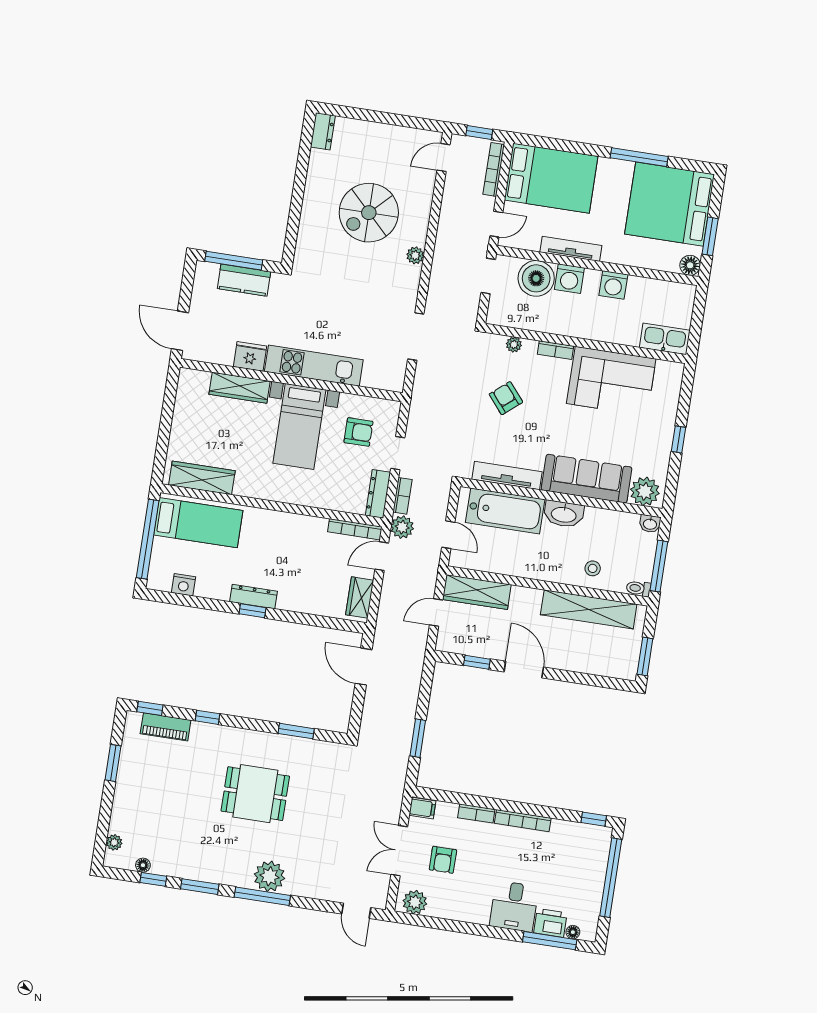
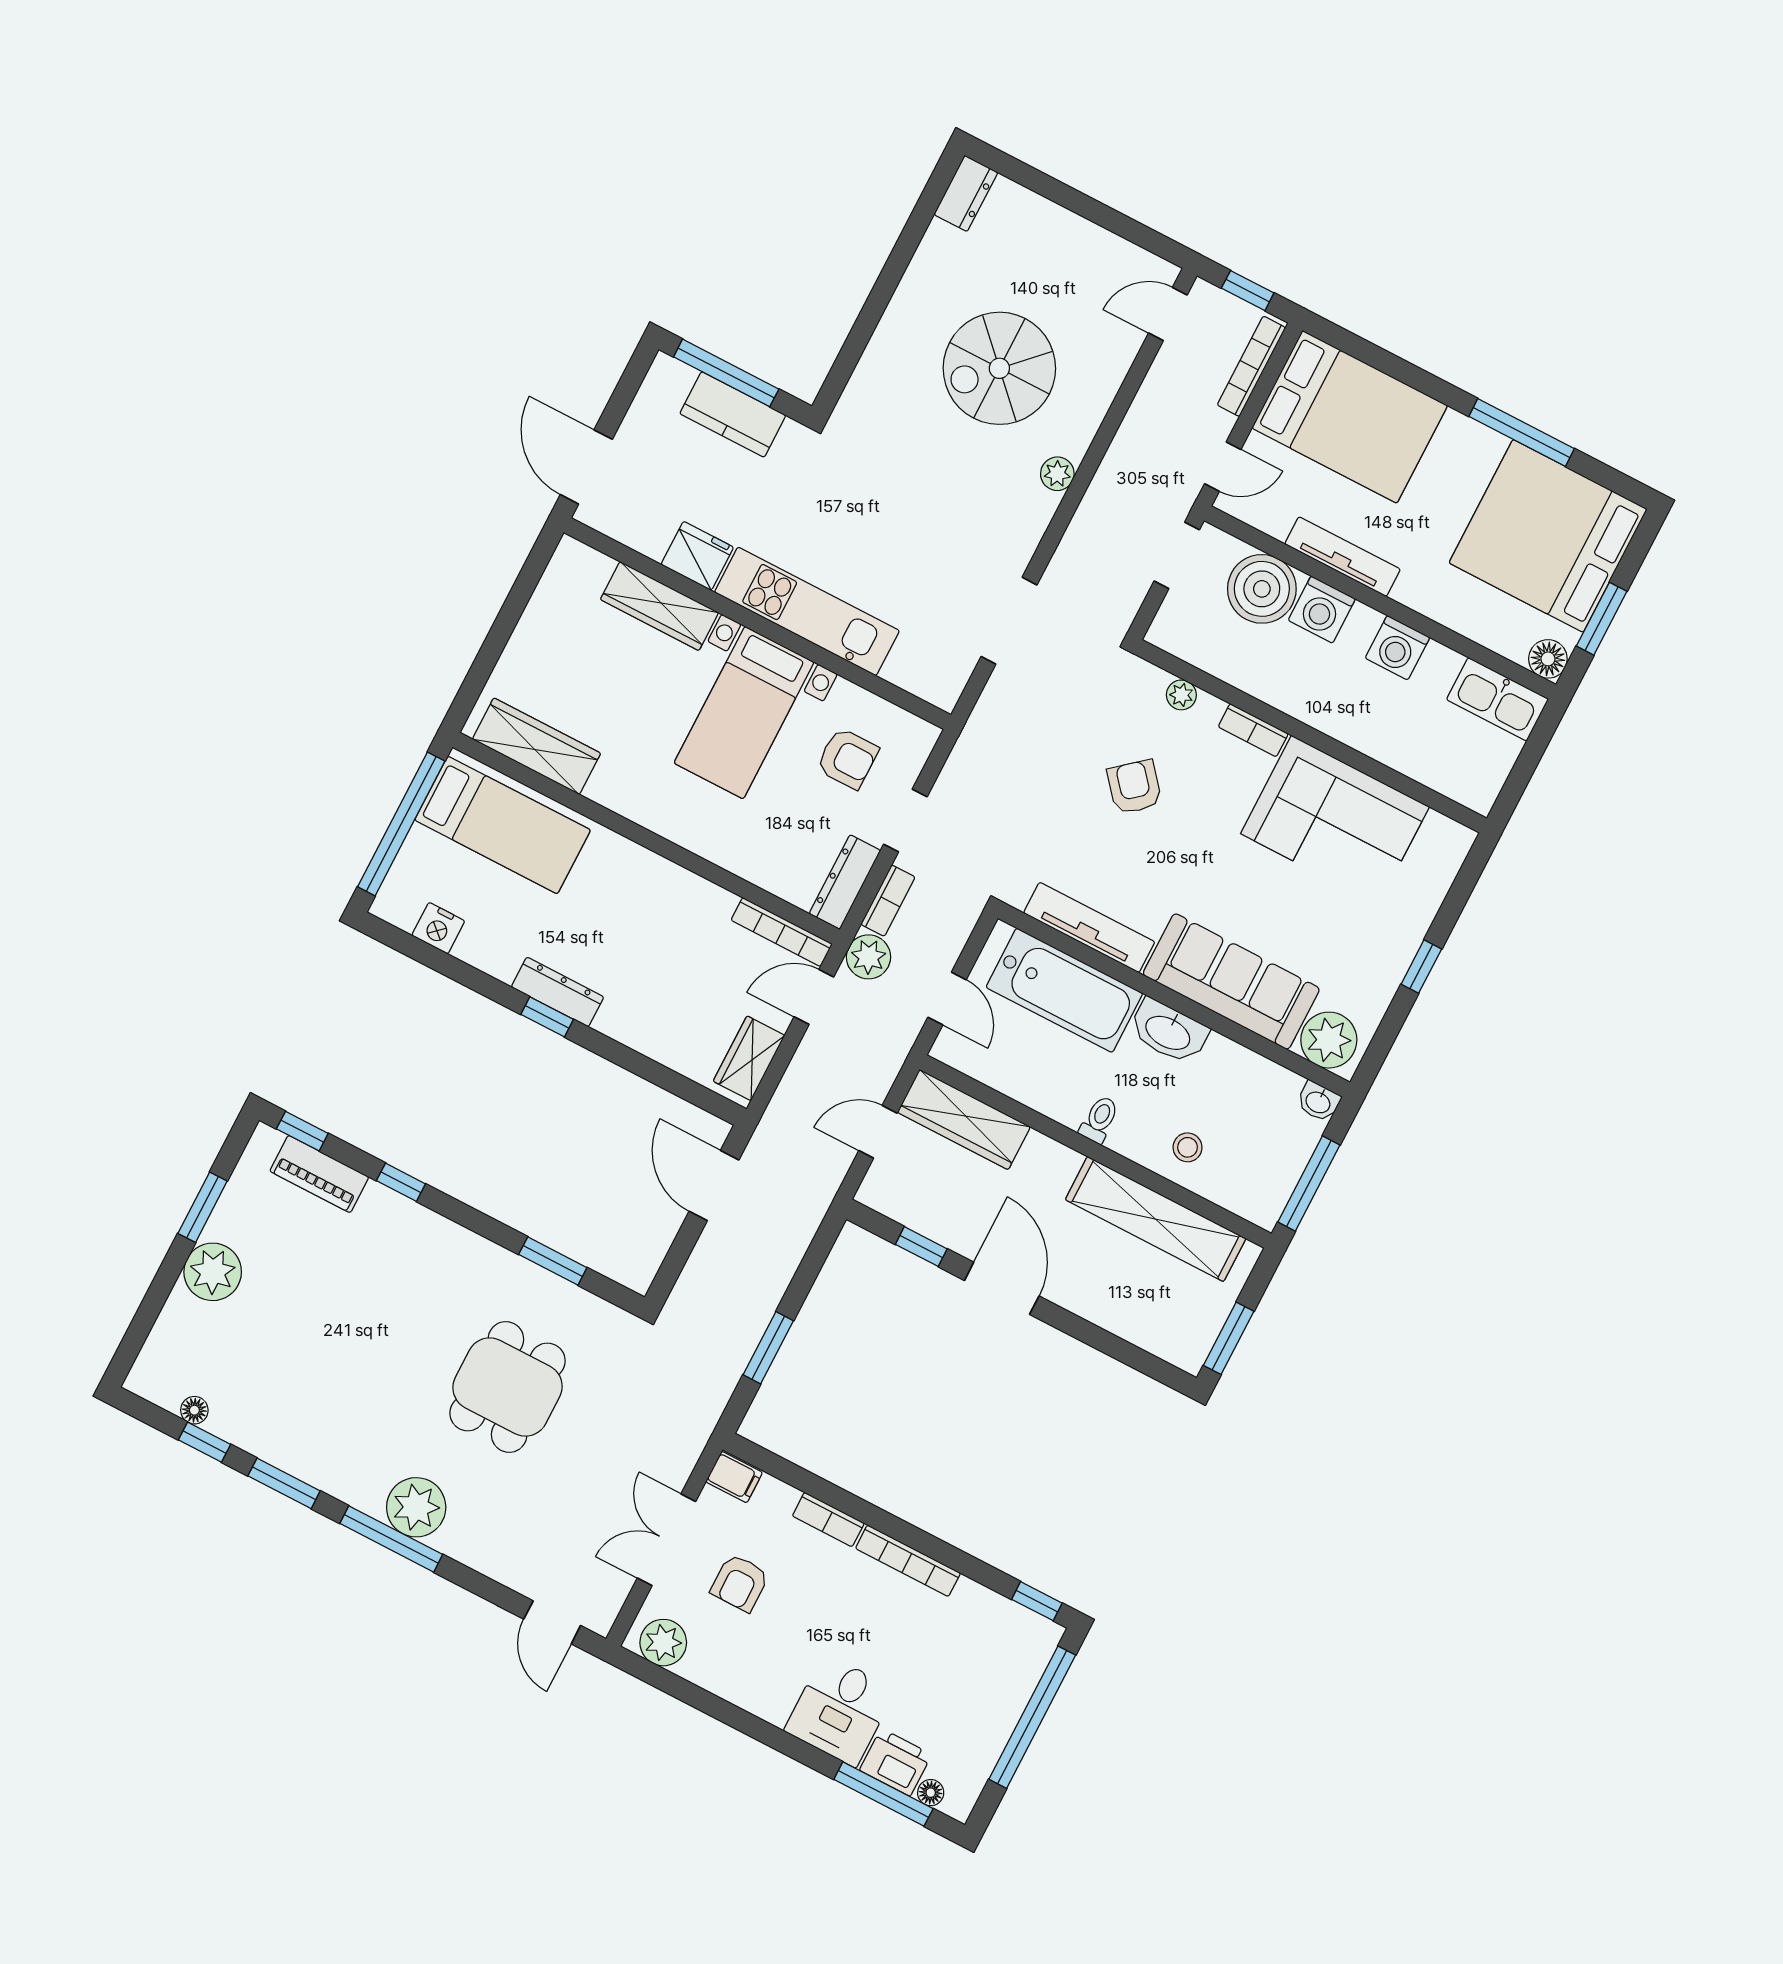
kitchen sink: (665, 339) -> (1498, 699), moved, turned 180
toilet: (638, 588) -> (1099, 1119), moved, turned 90
dining table: (255, 794) -> (508, 1387), moved, turned 90
plant: (114, 842) -> (213, 1272), moved, width x1.88, depth x1.88

